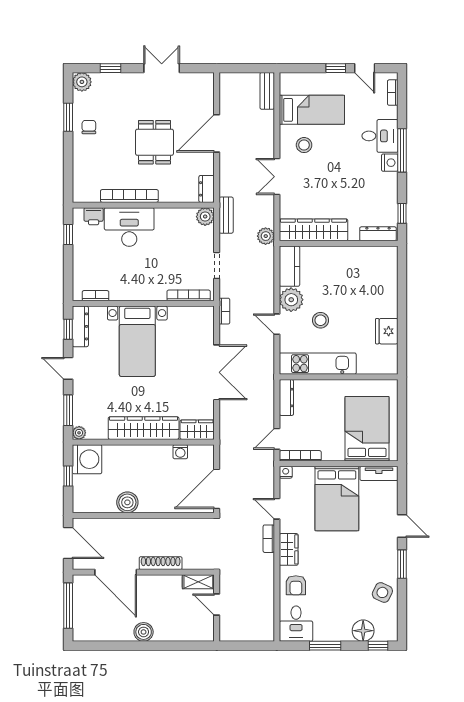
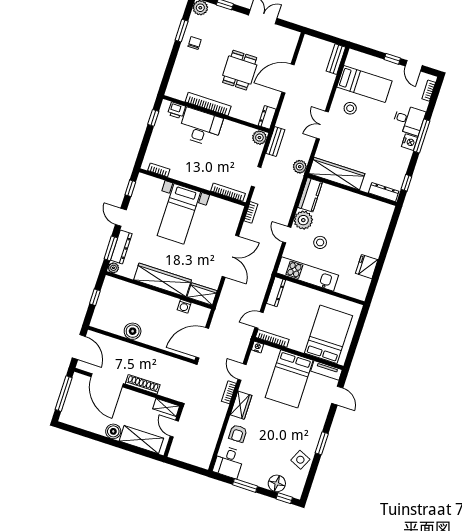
dresser: (80, 326) -> (121, 247), moved
washing machine: (87, 459) -> (113, 289), removed
door: (402, 526) -> (337, 396), moved
shelving: (181, 631) -> (141, 440), added

